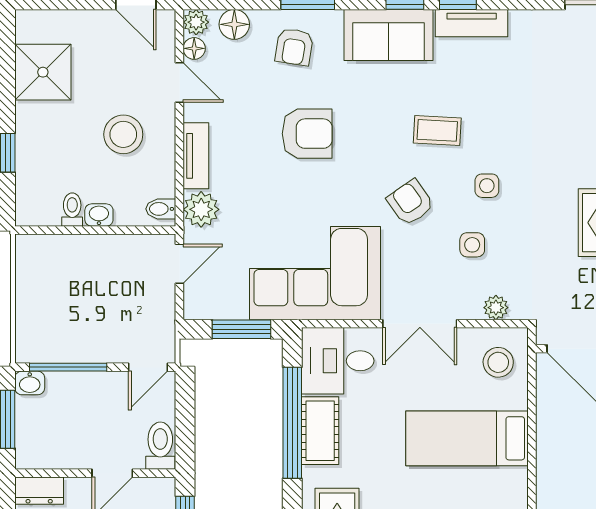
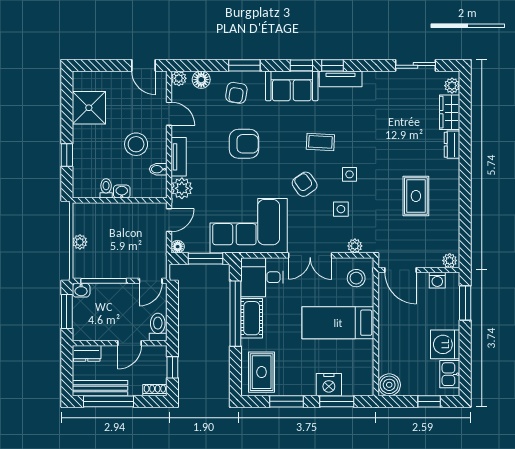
floor lamp: (194, 48) -> (178, 247), moved
bidet: (161, 209) -> (158, 169), moved
plant: (27, 301) -> (80, 242), added

